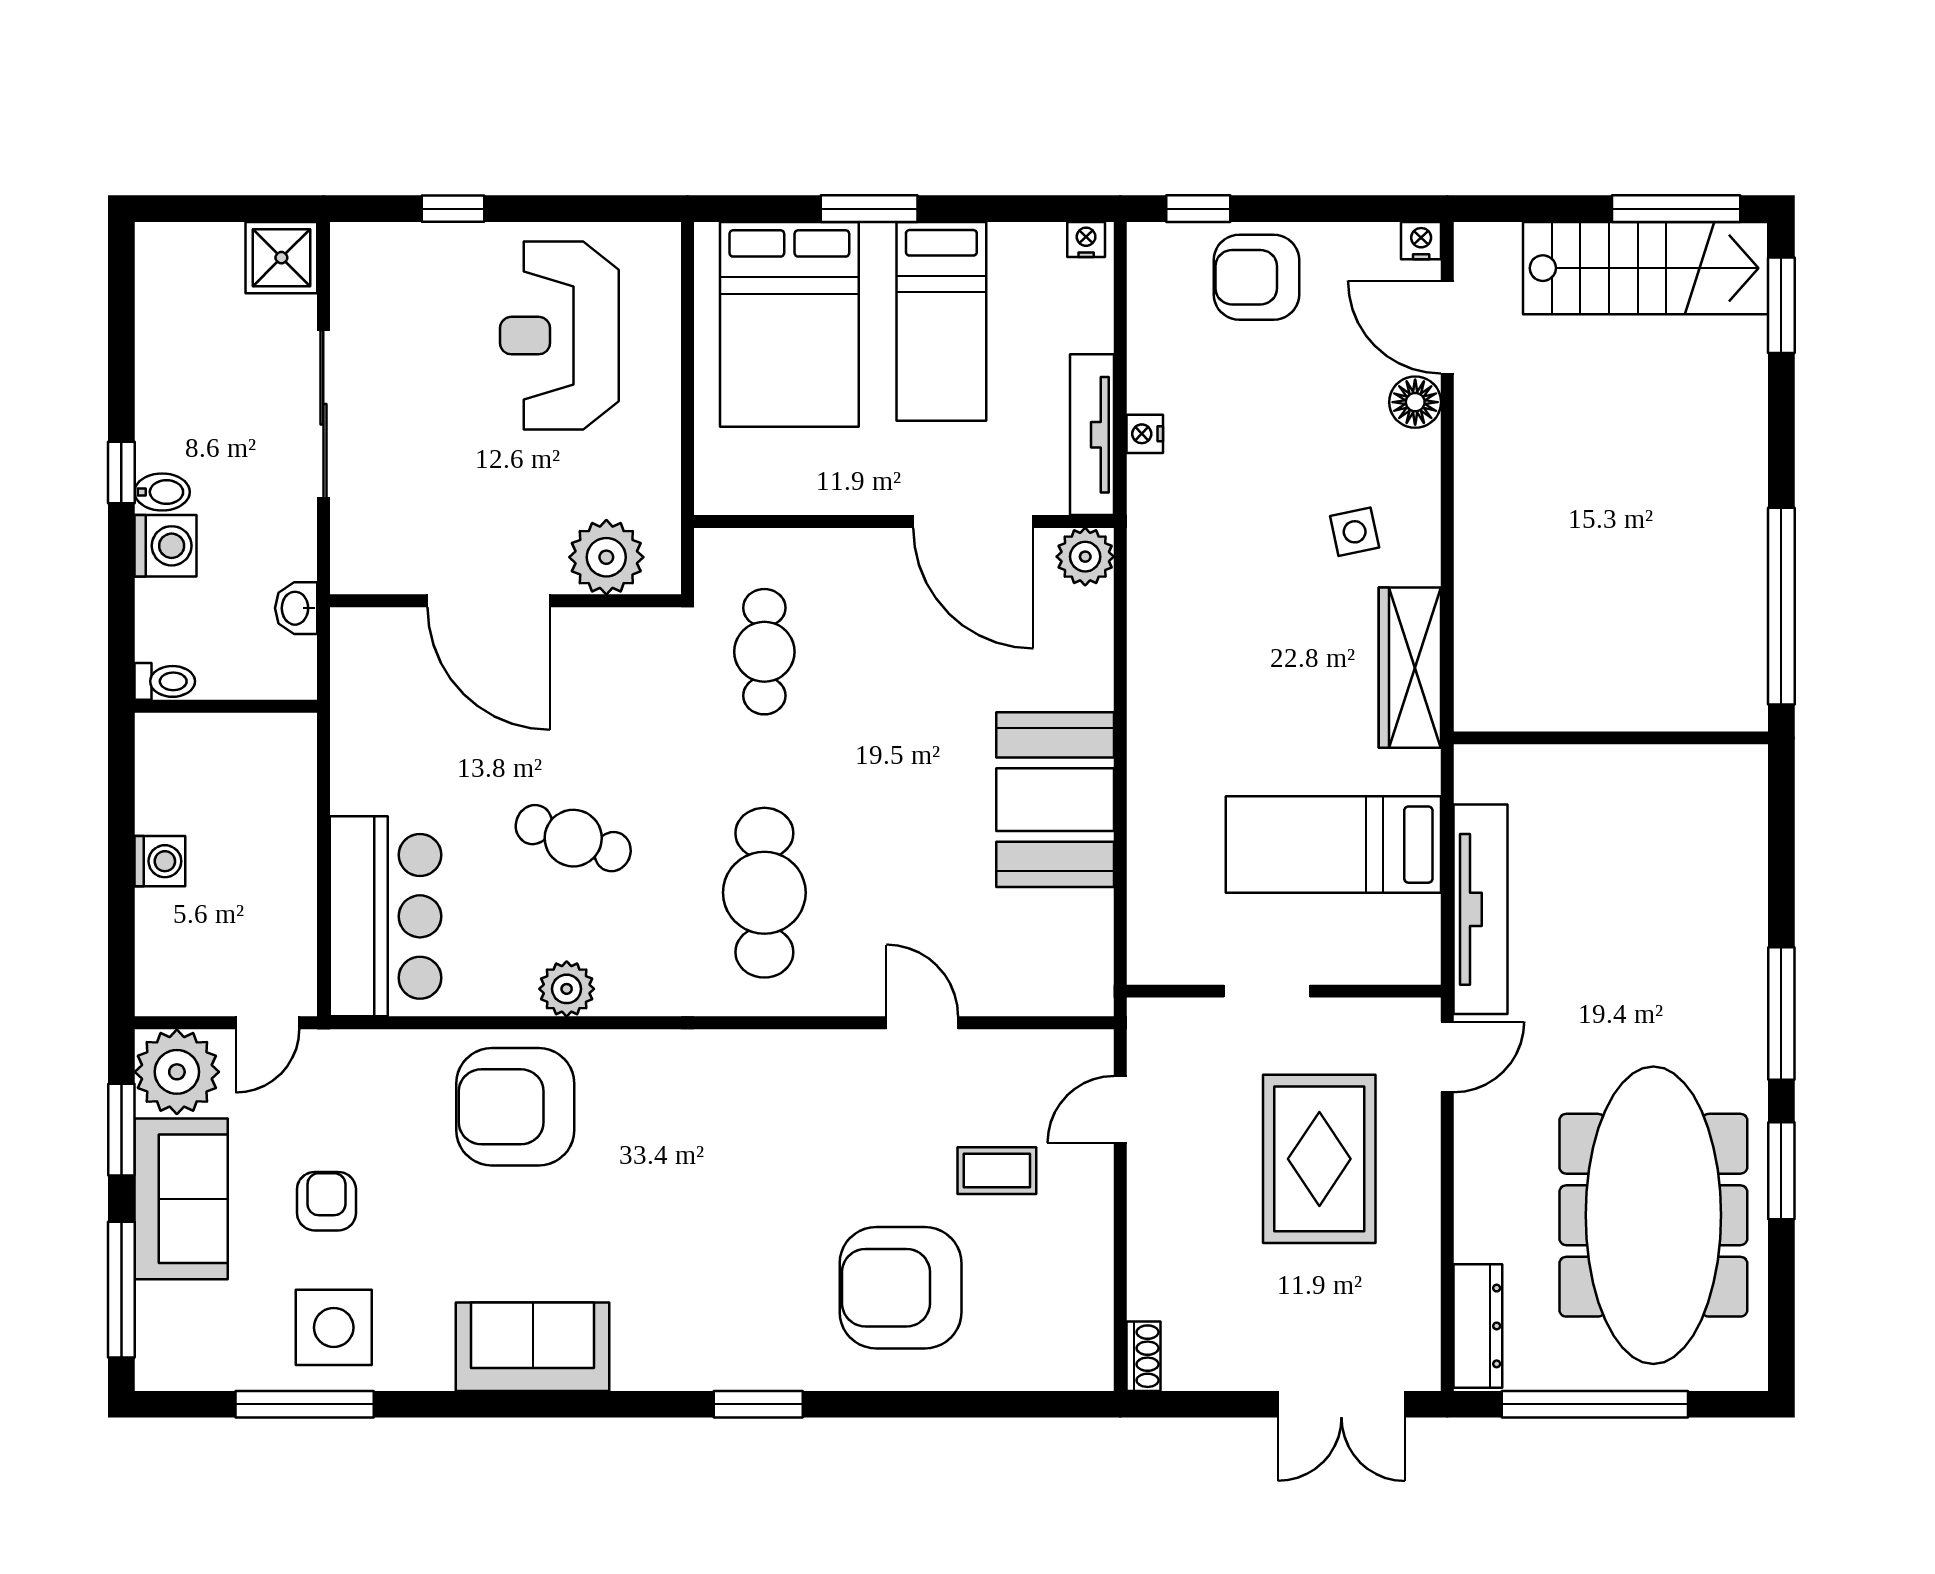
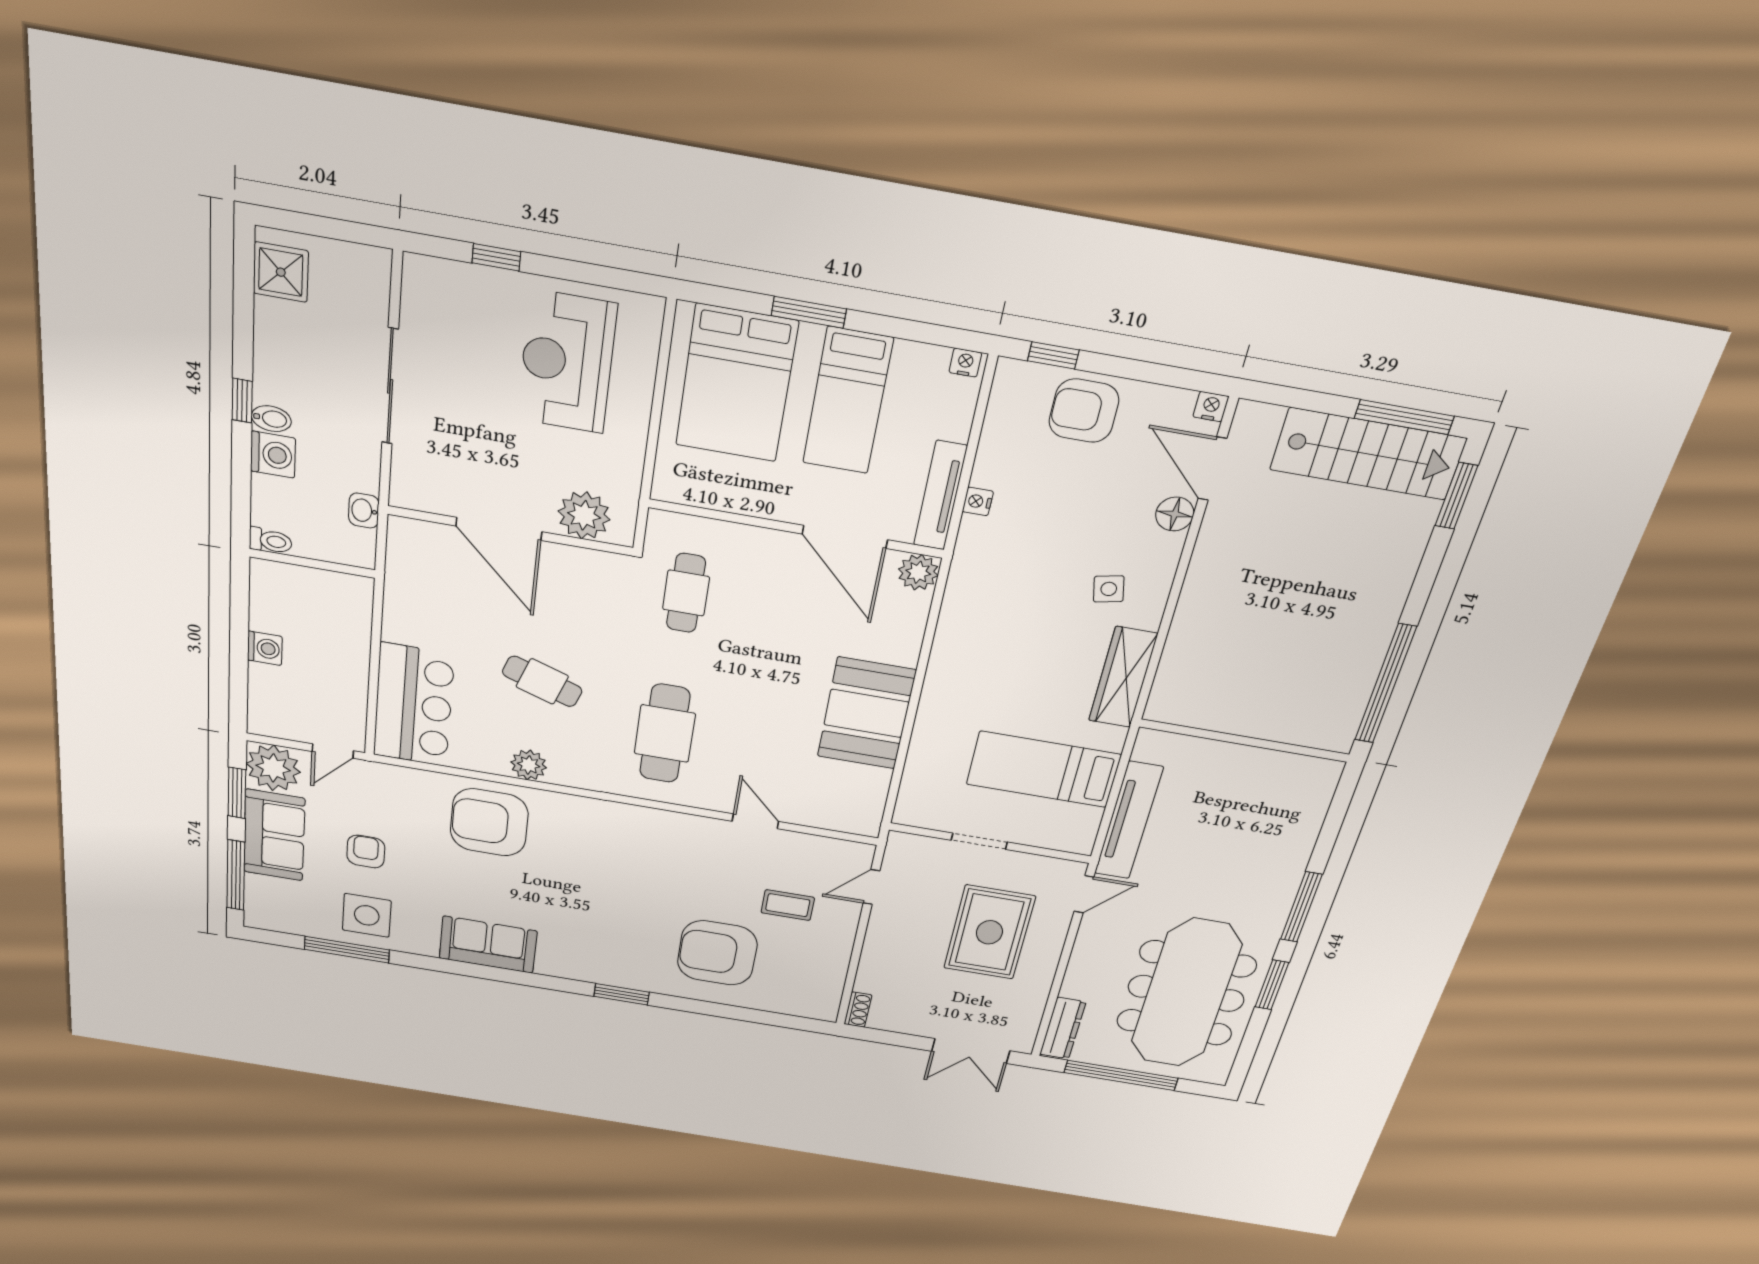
shower: (281, 258) -> (281, 272), moved

